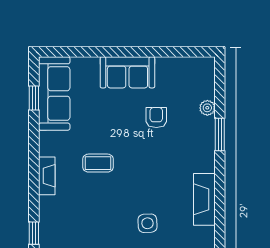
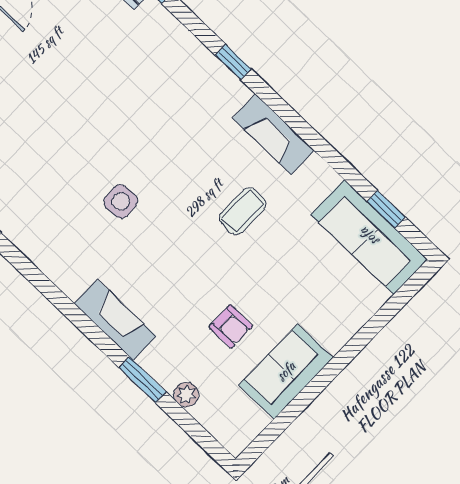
sofa: (127, 72) -> (286, 371), moved
fireplace: (47, 176) -> (273, 134), width x1.37, depth x1.32
fireplace: (204, 199) -> (115, 320), moved

